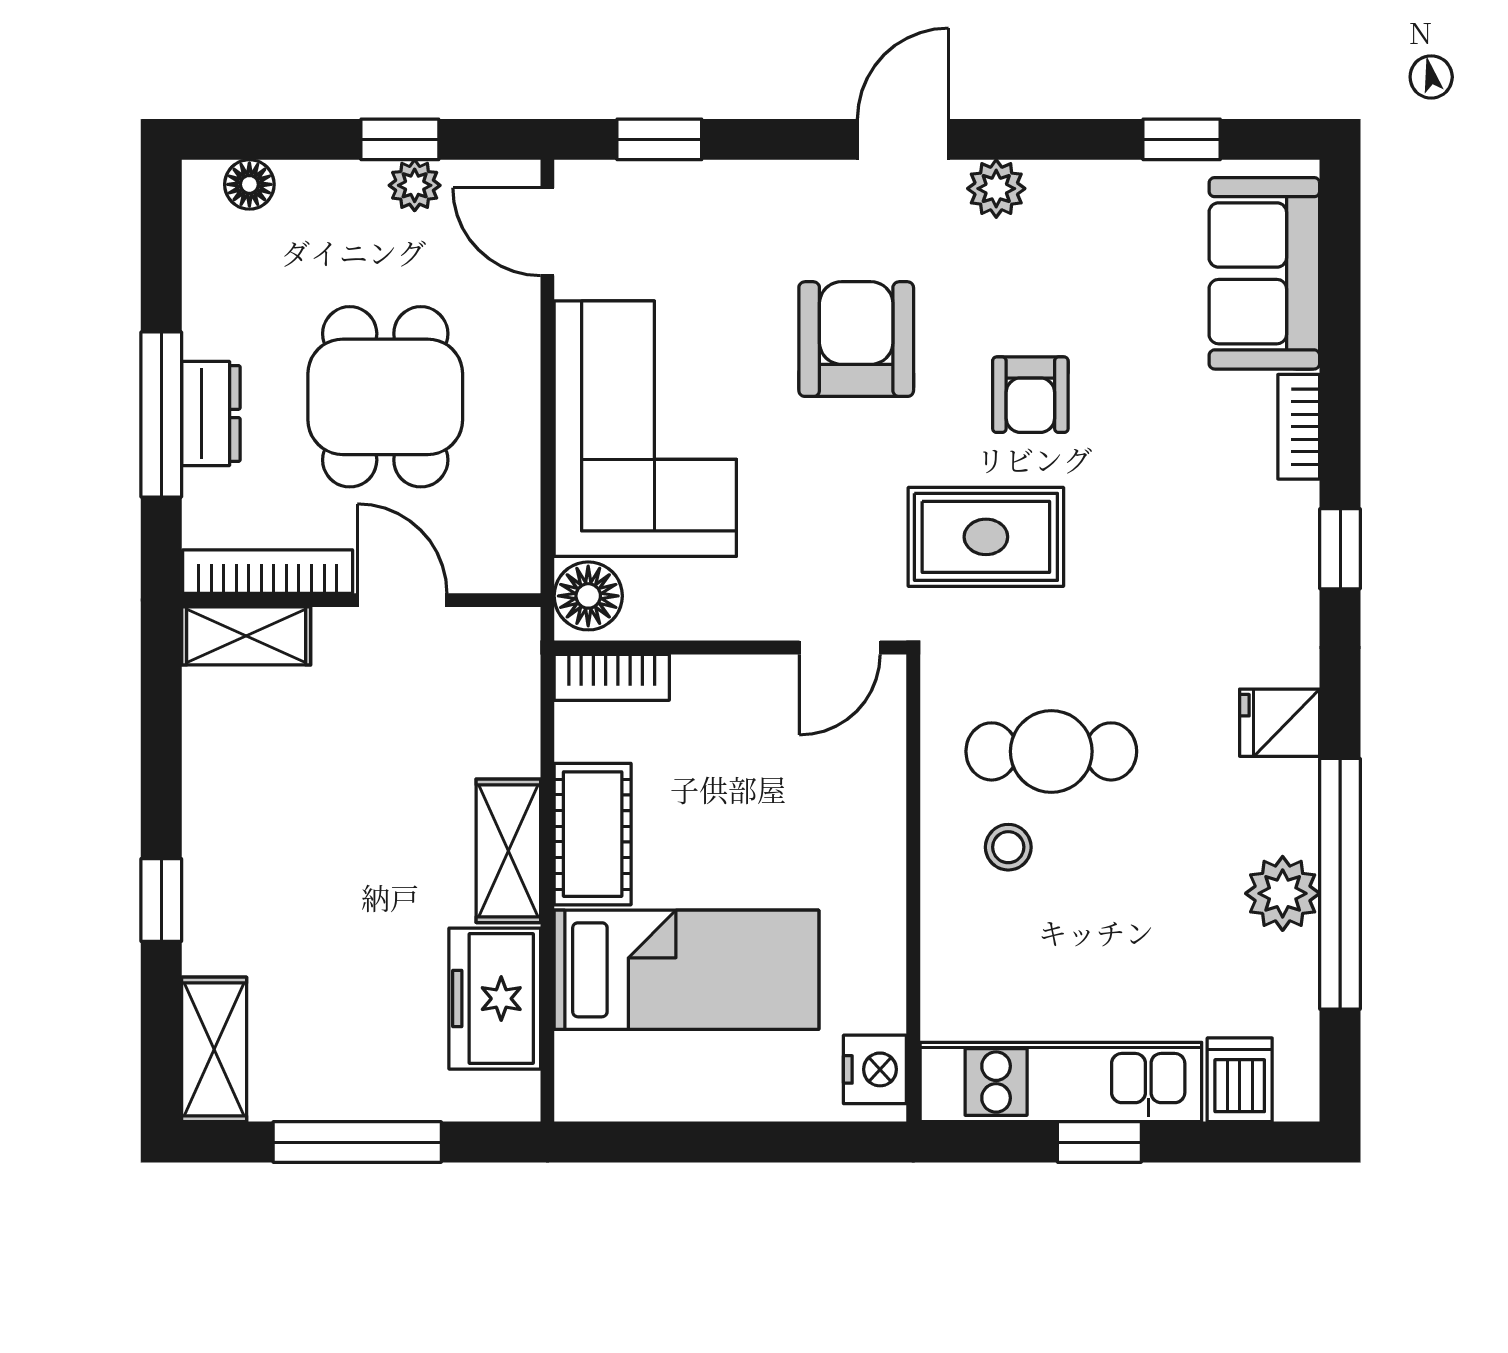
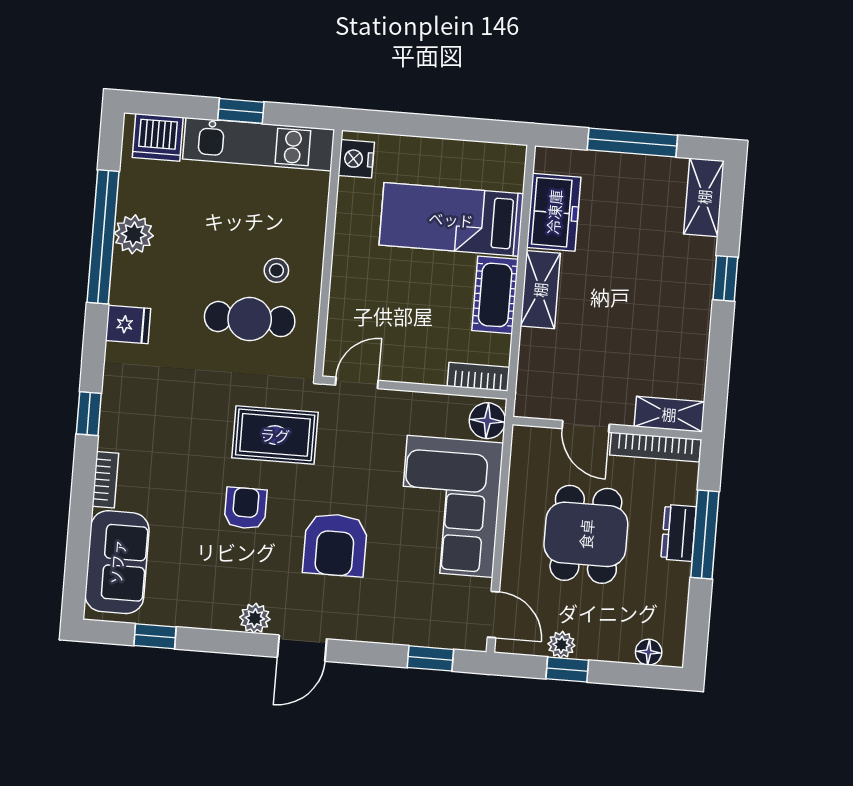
dishwasher: (1240, 1080) -> (158, 137), width x1.38

